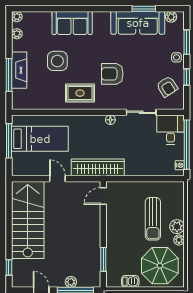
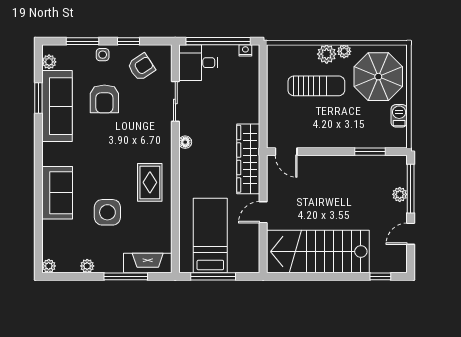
plant: (17, 34) -> (87, 266), moved
fireplace: (19, 70) -> (148, 263), moved
armchair: (112, 74) -> (104, 99), moved

